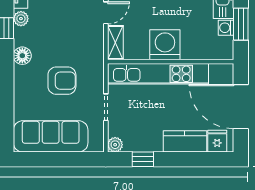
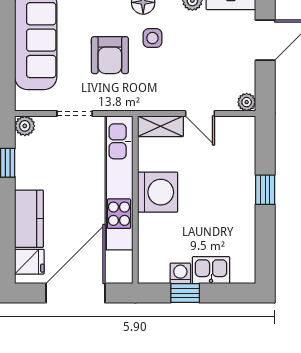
window: (241, 24) -> (185, 293), width x0.67
side table: (49, 49) -> (152, 38), added

